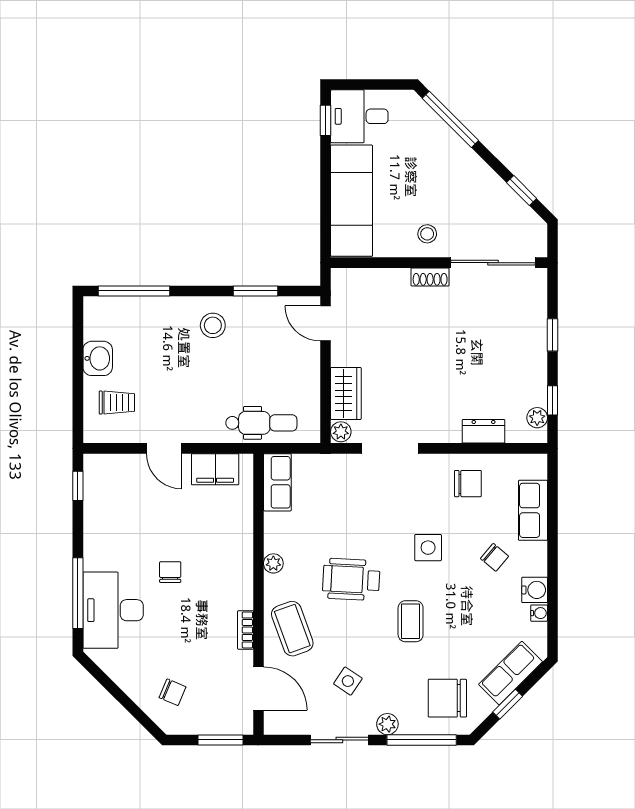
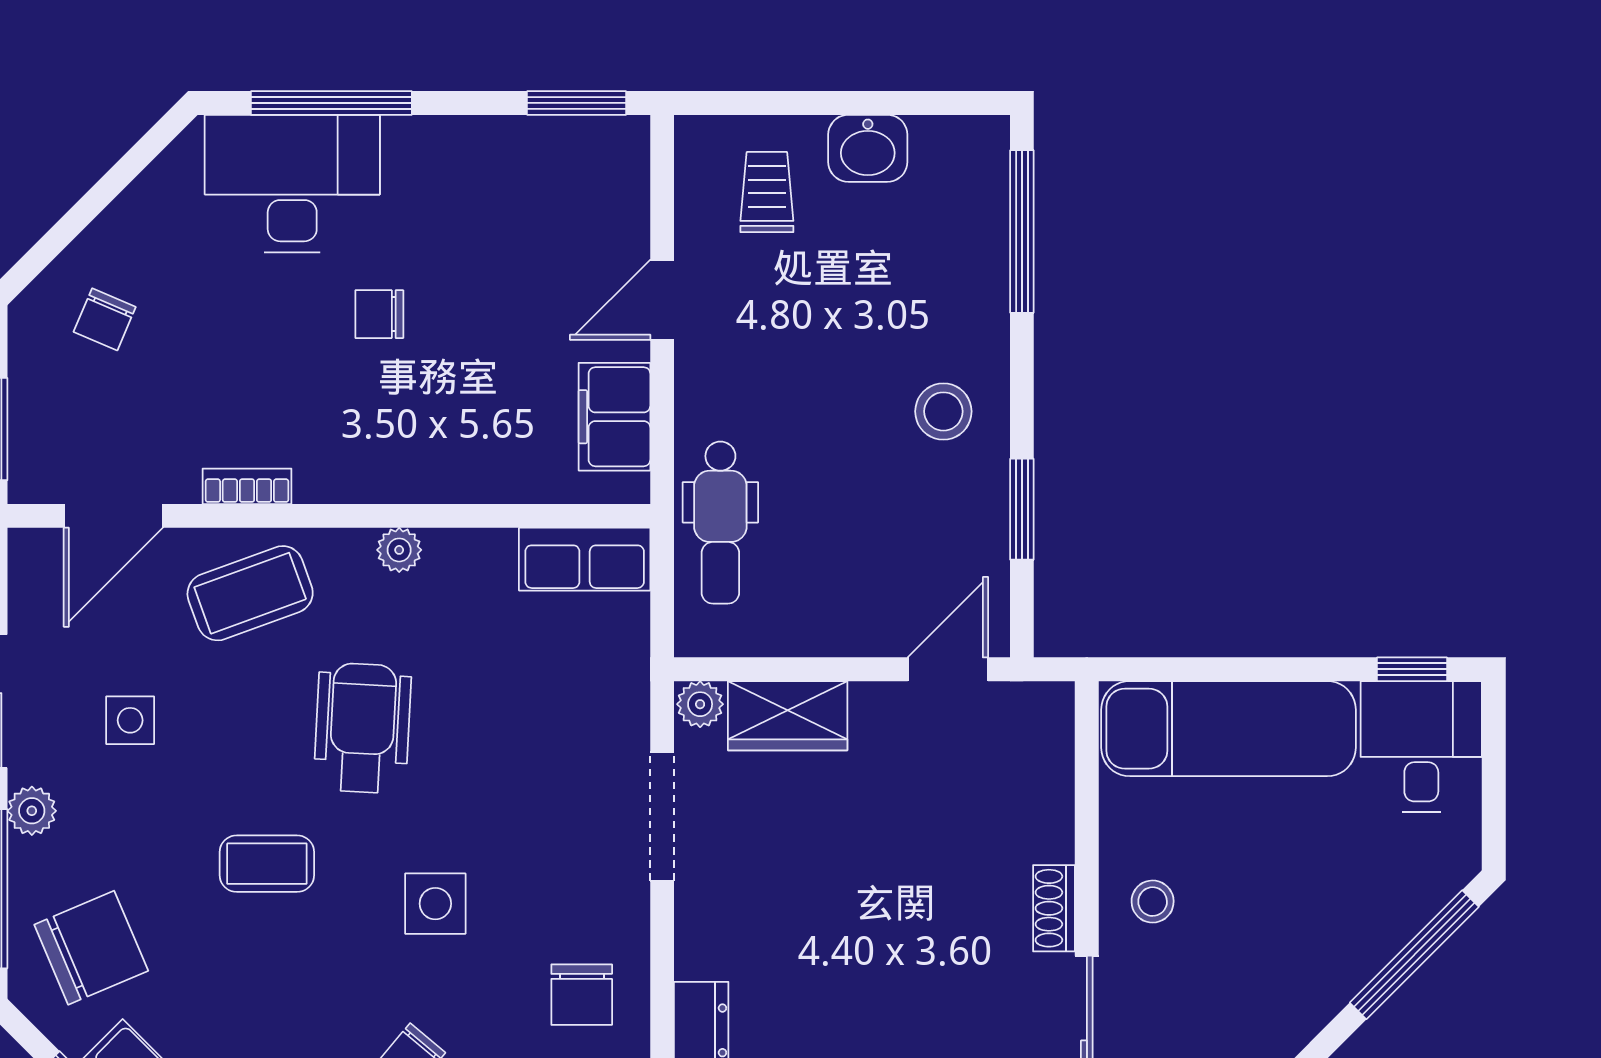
trolley: (117, 403) -> (767, 192), turned 180
window: (78, 486) -> (577, 103), width x1.50
chair: (170, 572) -> (379, 314), turned 180
side table: (348, 681) -> (130, 720), turned -34
chair: (447, 698) -> (91, 948), turned 67

